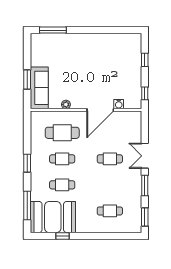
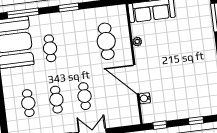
cafe table: (62, 159) -> (56, 100), moved

